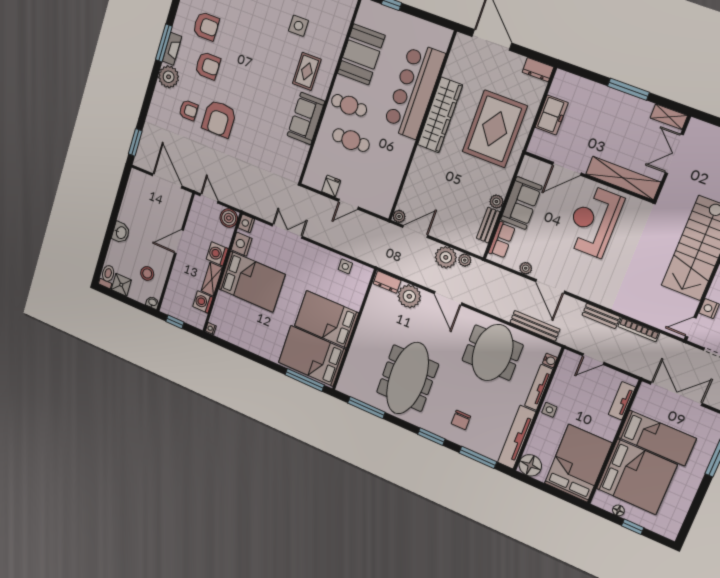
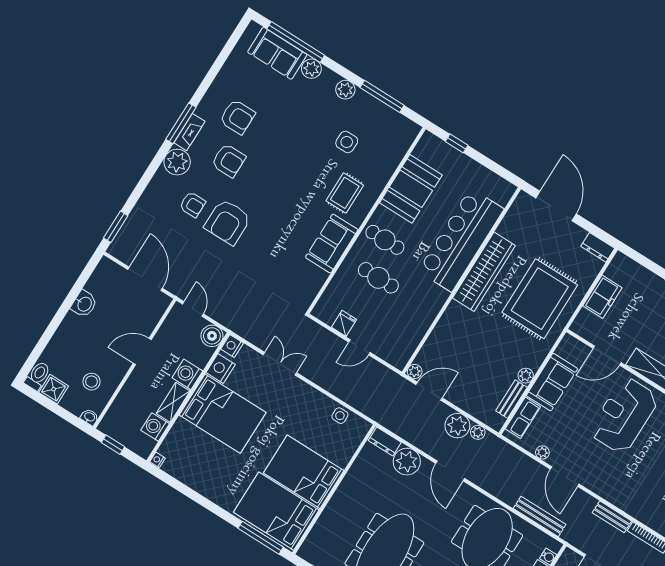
washbasin: (121, 232) -> (84, 304), moved

